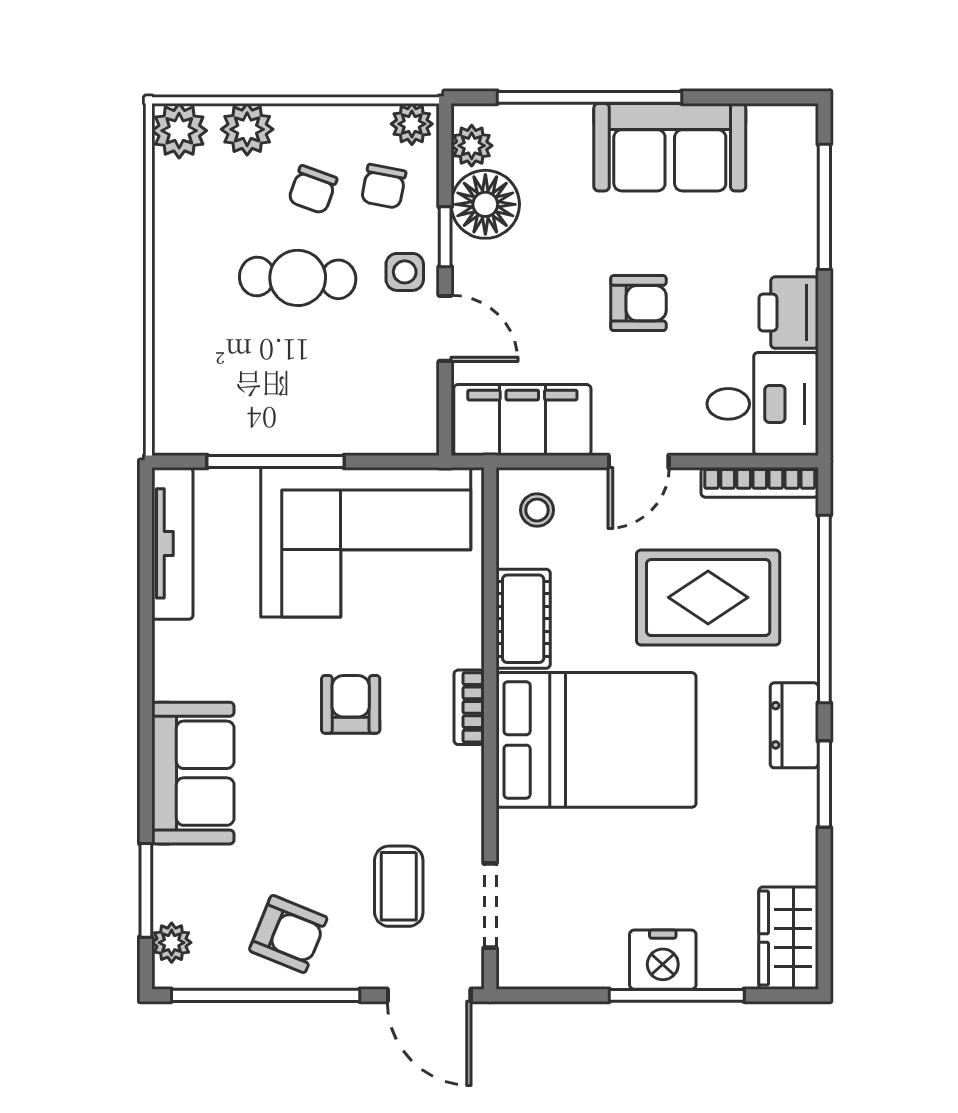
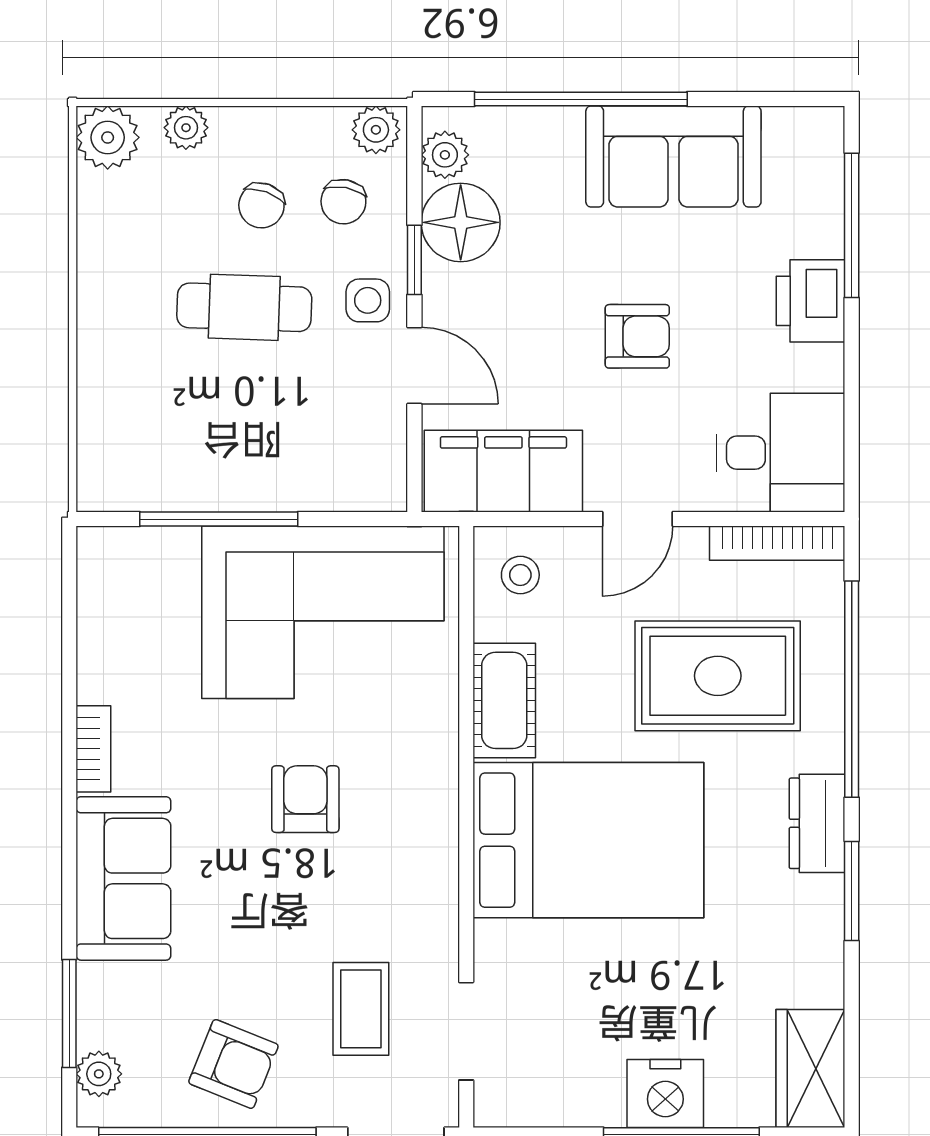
plant: (247, 129) -> (186, 128), width x0.73, depth x0.73
printer: (789, 313) -> (811, 301), moved
tv unit: (172, 543) -> (100, 614), removed
bookcase: (469, 707) -> (93, 749), moved, turned 180

